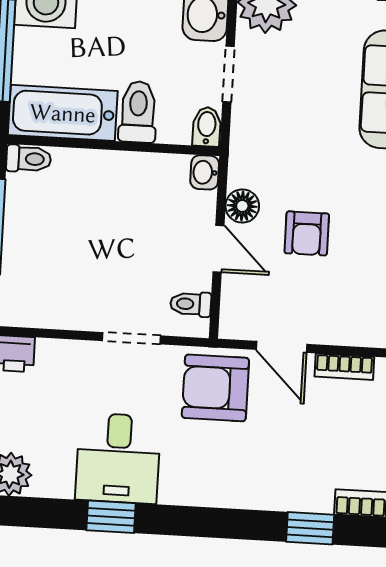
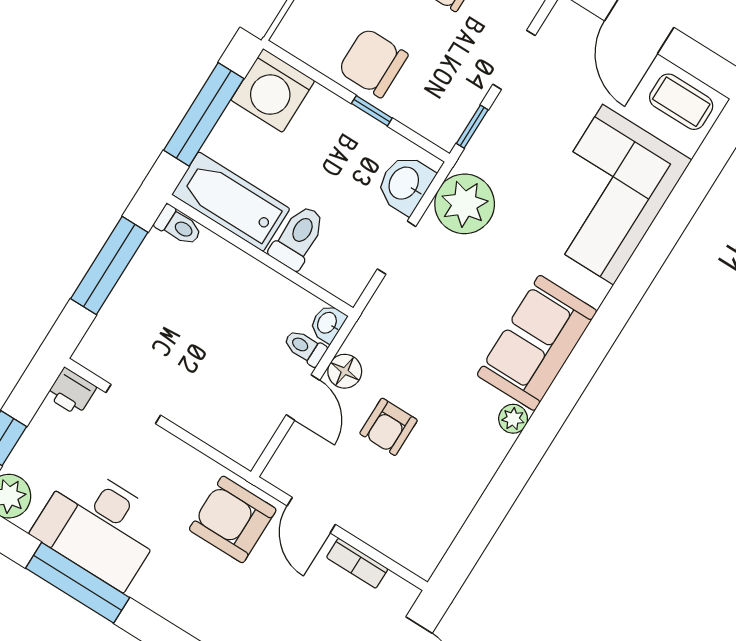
bidet: (207, 127) -> (352, 284), removed
toilet: (191, 304) -> (305, 347), moved
doorway: (132, 338) -> (133, 404), moved
desk: (118, 458) -> (99, 526), width x1.37
window: (111, 517) -> (78, 583), width x2.17

